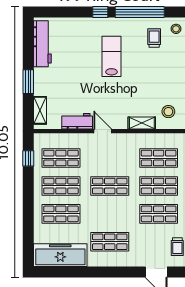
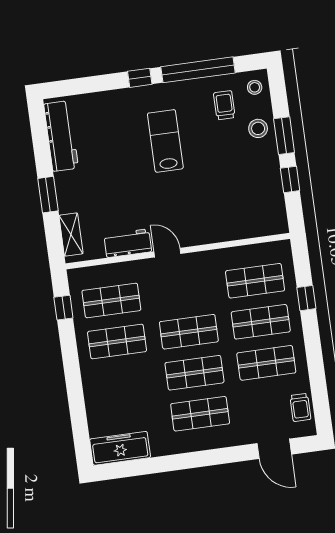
stool: (168, 112) -> (258, 128), moved
shelving: (142, 123) -> (223, 233), removed
shop shelf: (61, 214) -> (194, 373), moved
freezer: (60, 255) -> (120, 448), width x0.73, depth x0.79

